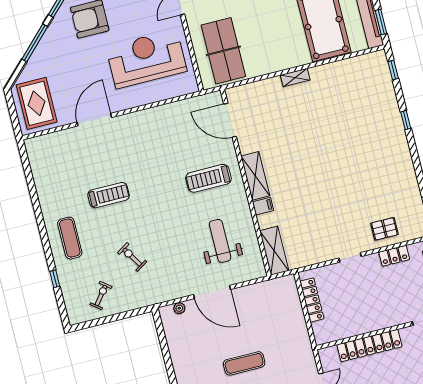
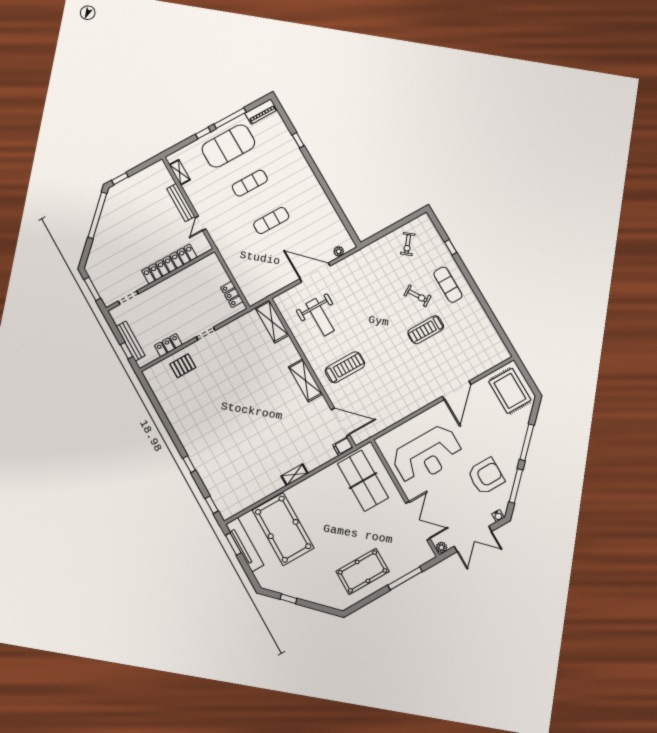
filing cabinet: (263, 206) -> (343, 446), moved
exercise bike: (132, 257) -> (418, 296), moved
locker: (312, 300) -> (232, 294), width x0.66

